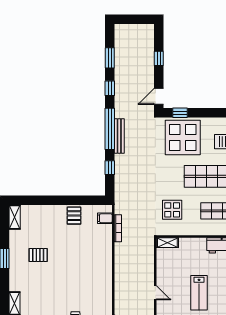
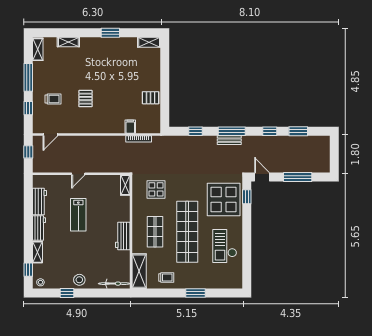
window: (159, 58) -> (298, 177), width x2.17
window: (110, 129) -> (232, 131), width x0.68
bench: (119, 136) -> (229, 140), width x0.73
filing cabinet: (105, 218) -> (130, 127), moved
pallet: (38, 255) -> (86, 99), moved
lab bench: (199, 293) -> (78, 215), turned -90

